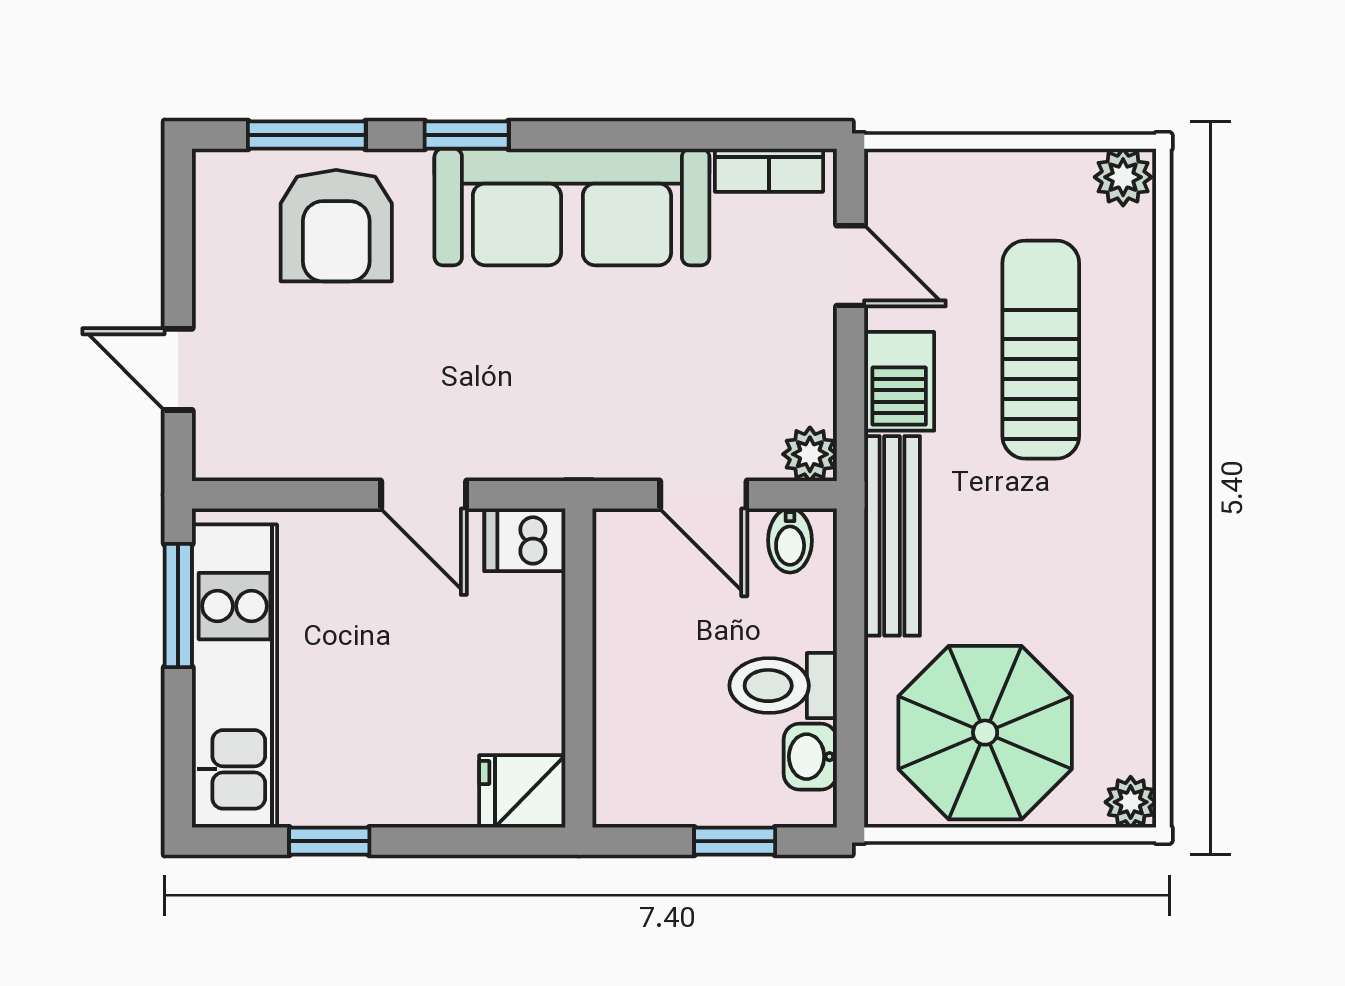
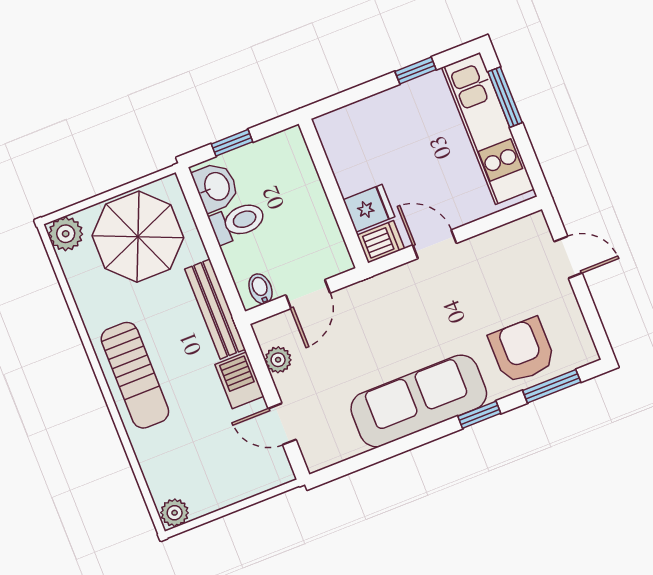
bookcase: (769, 170) -> (336, 453), removed
sun lounger: (1041, 350) -> (135, 375), moved
plant: (810, 454) -> (278, 360), moved
door: (703, 495) -> (308, 294), swing flipped
window: (178, 606) -> (505, 97), moved
washbasin: (810, 757) -> (216, 187), width x1.38, depth x1.45
fridge: (522, 791) -> (369, 208), moved
plant: (1131, 802) -> (66, 234), width x1.38, depth x1.38

